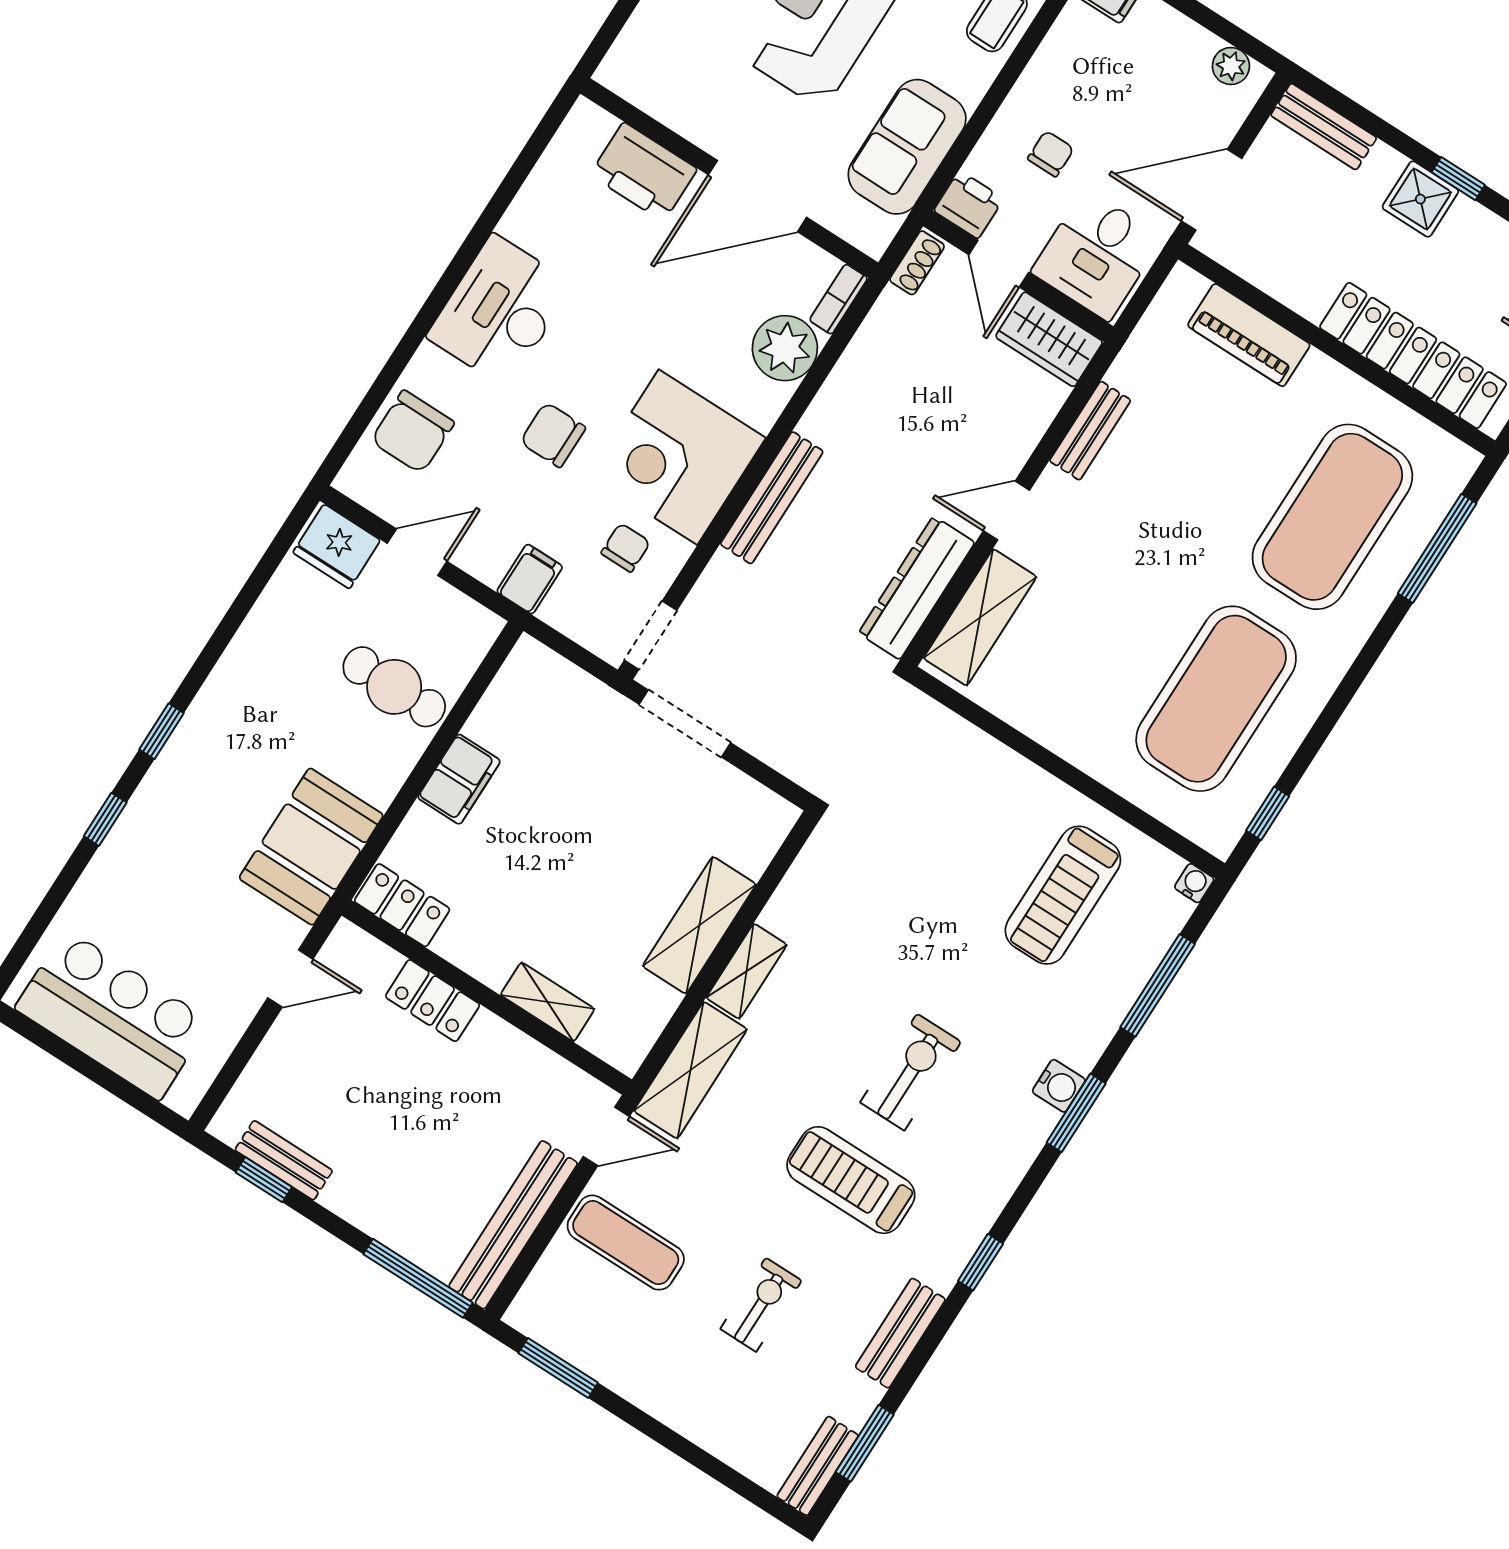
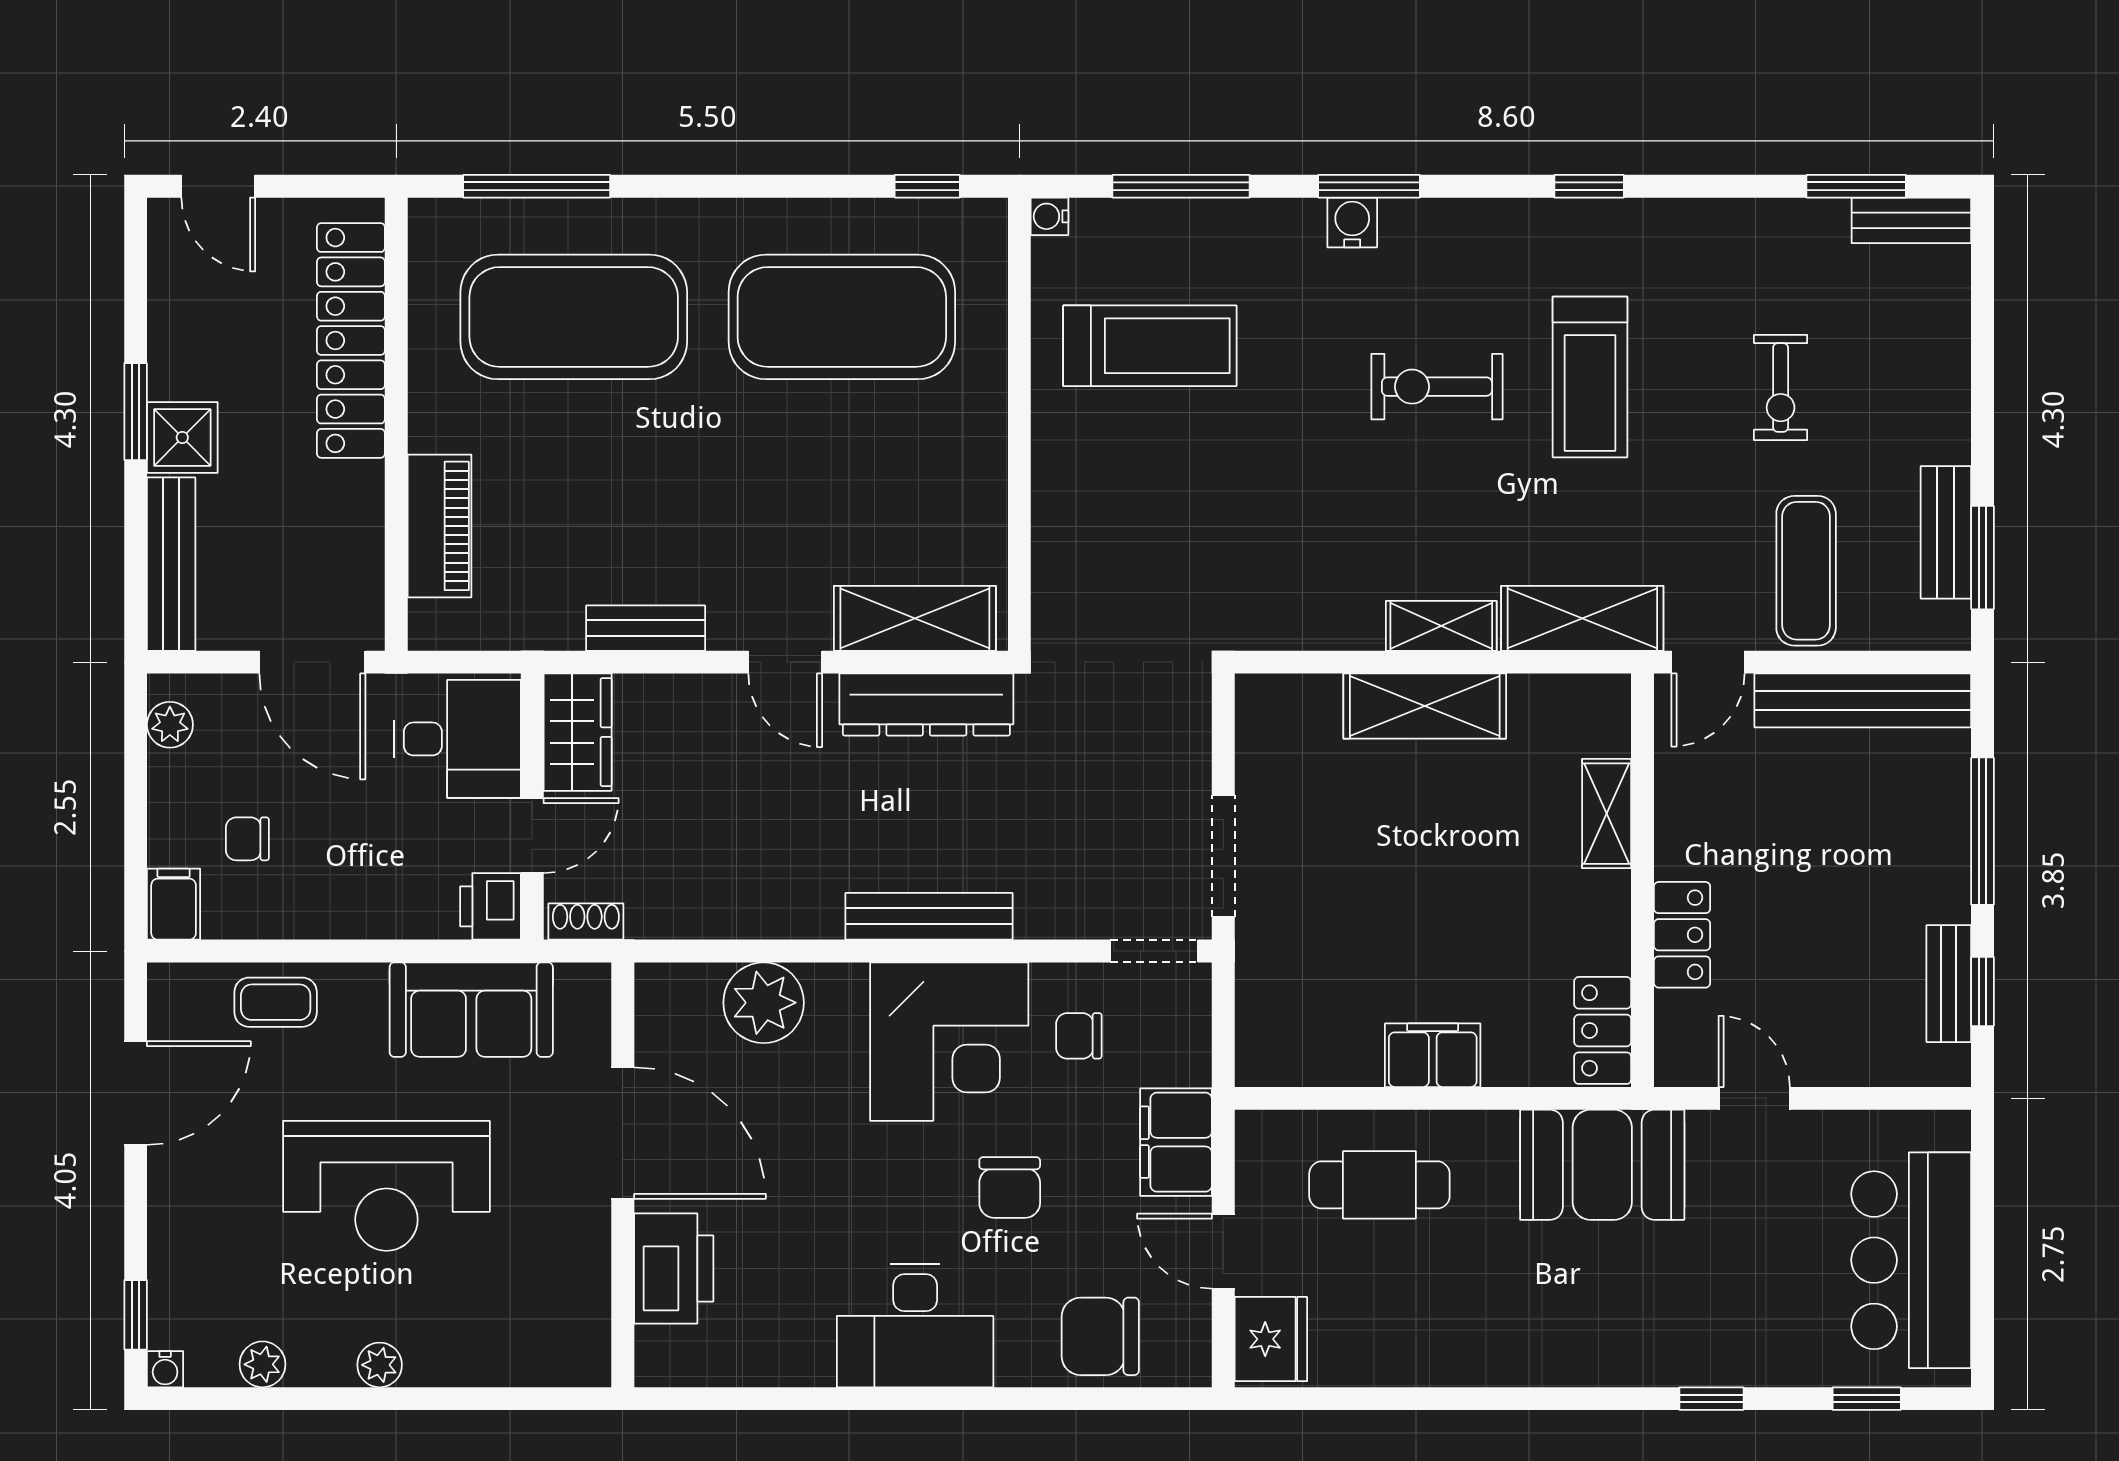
bench: (1324, 127) -> (171, 564), width x1.36
chair: (1051, 154) -> (247, 839), moved
window: (1458, 179) -> (136, 412), width x1.50
bookcase: (839, 299) -> (676, 979), removed
chair: (413, 432) -> (1100, 1336), turned 180
filing cabinet: (530, 579) -> (1176, 1142), width x2.00
cafe table: (394, 687) -> (1379, 1185), turned 90
window: (162, 731) -> (1867, 1399), moved
door: (606, 1136) -> (1708, 662), swing flipped
window: (418, 1278) -> (1982, 831), moved
exercise bike: (761, 1305) -> (1781, 388), turned -90
bench: (900, 1333) -> (1946, 532), moved, turned 90

